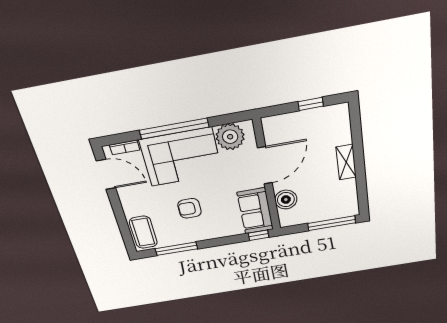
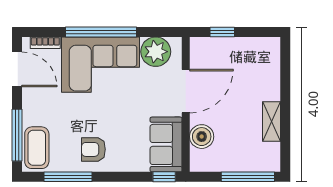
window: (311, 104) -> (222, 32), moved
shelving: (346, 162) -> (271, 122), moved
armchair: (189, 208) -> (93, 149), moved
window: (123, 226) -> (17, 135), added

